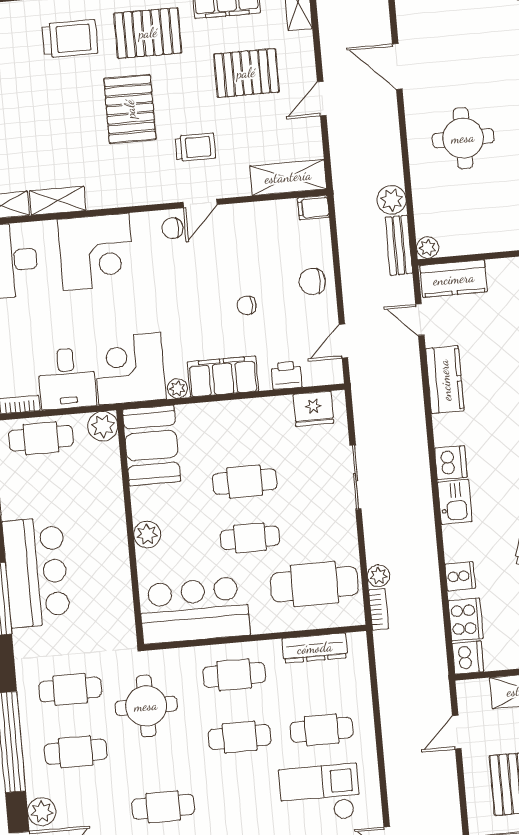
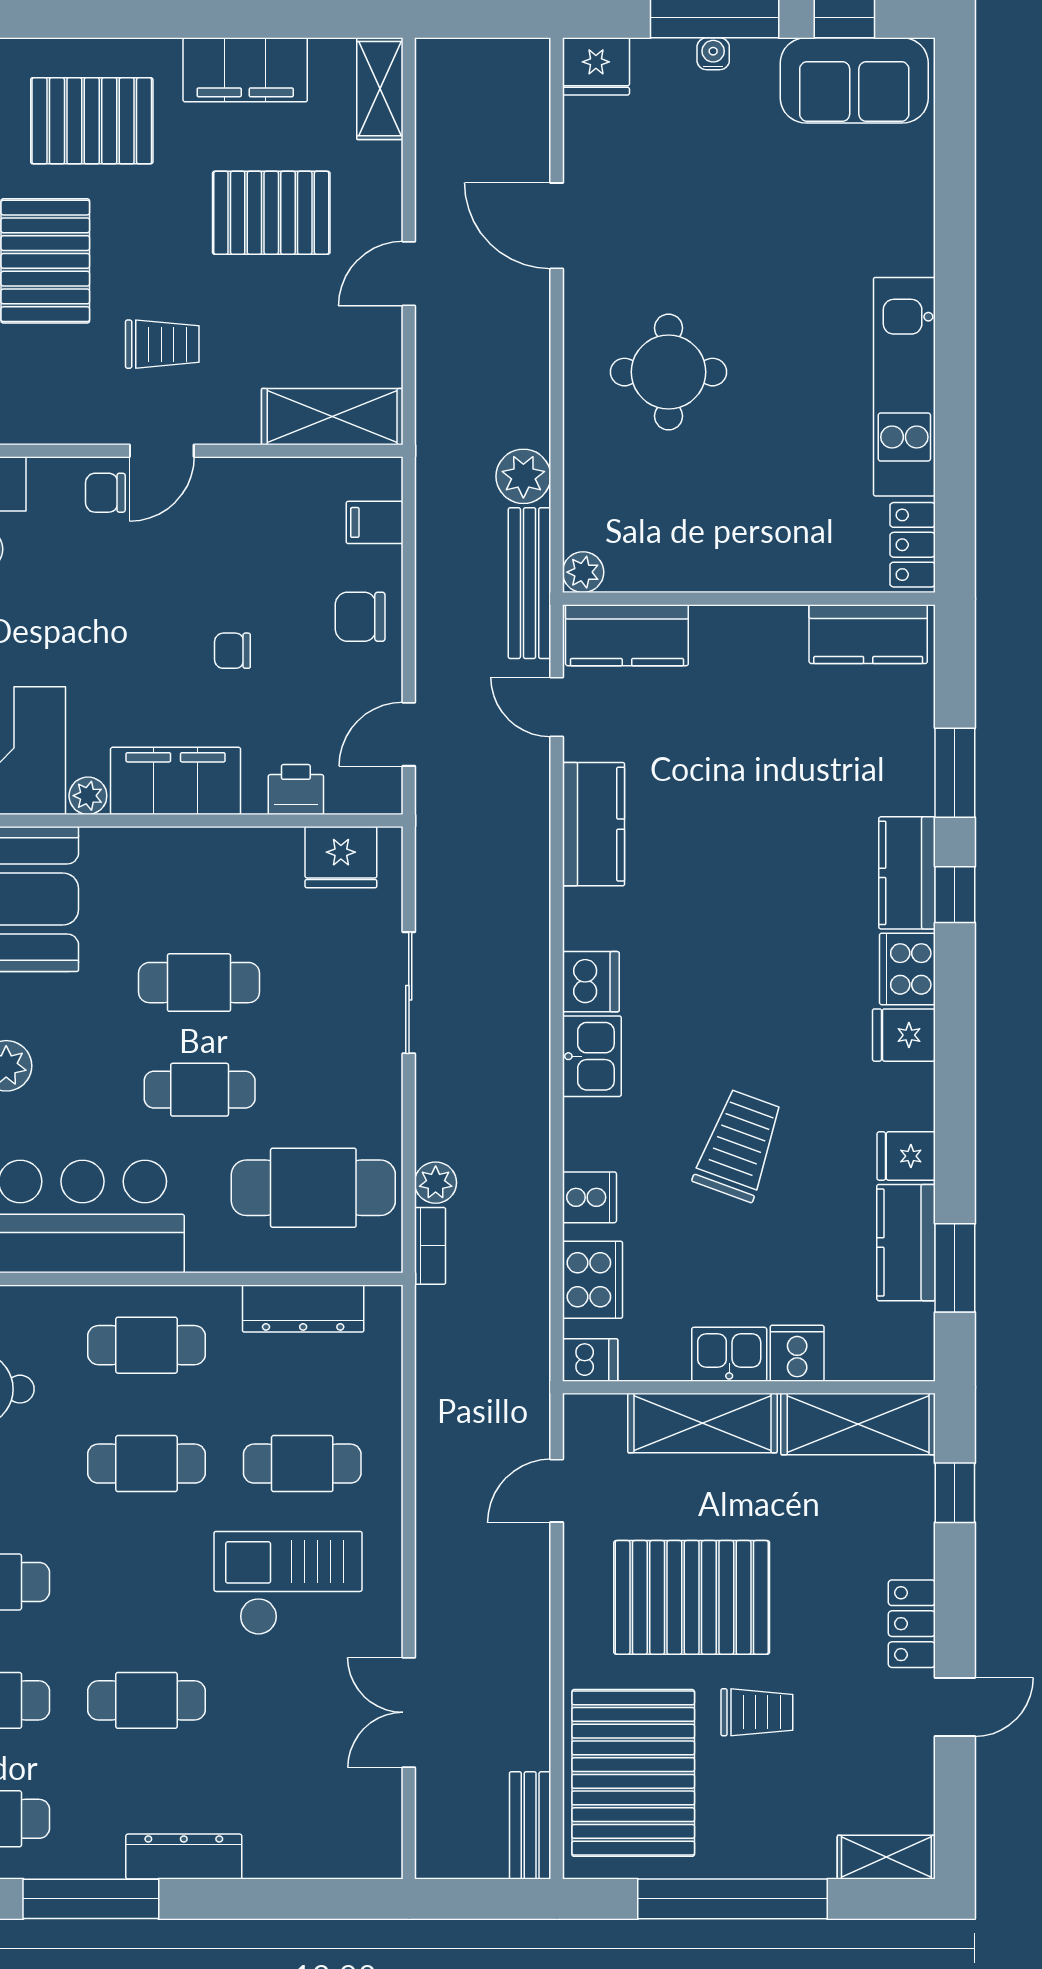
filing cabinet: (313, 208) -> (375, 522), moved
bench: (399, 245) -> (530, 583), width x1.36
dishwasher: (468, 658) -> (590, 1360), width x0.73

